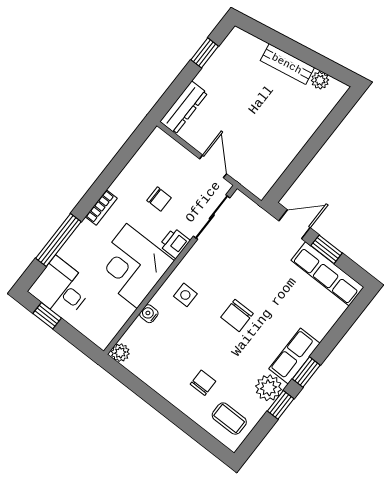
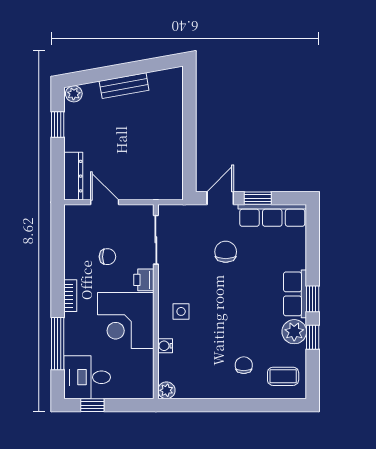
plant: (320, 80) -> (74, 94), moved
door: (213, 166) -> (105, 202), moved
chair: (237, 315) -> (226, 252), moved, turned 180

